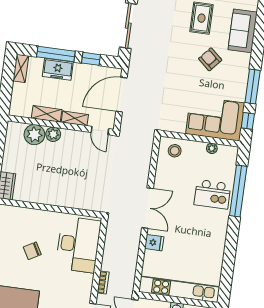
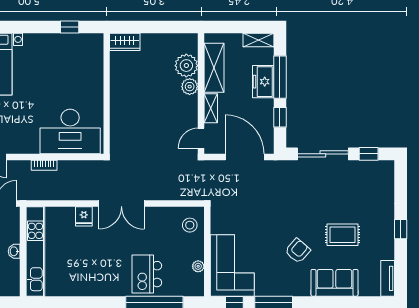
shelving: (47, 114) -> (214, 68), width x1.50, depth x1.33
chair: (32, 251) -> (56, 81), removed
bookcase: (103, 282) -> (44, 165), moved

